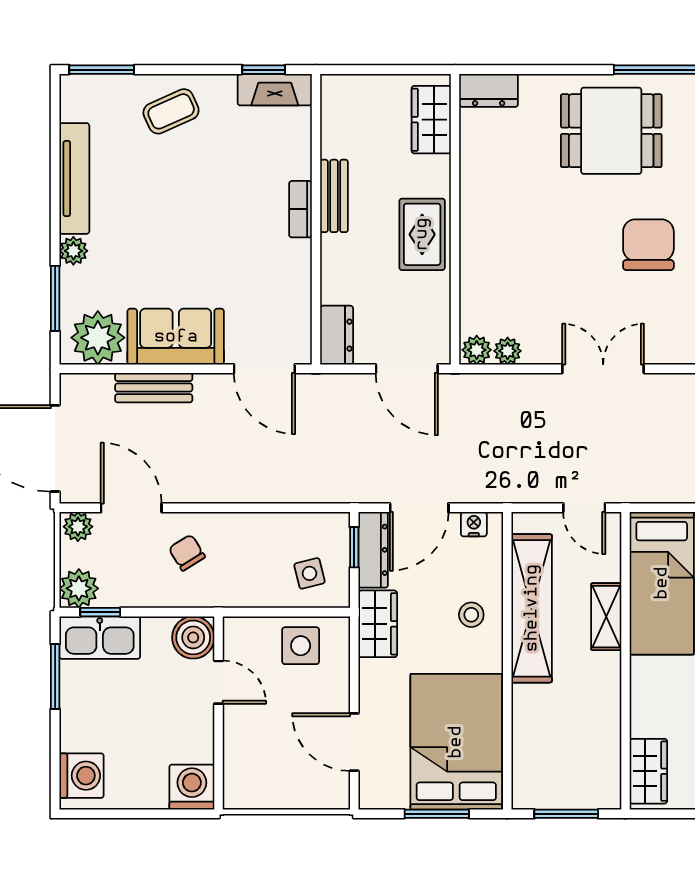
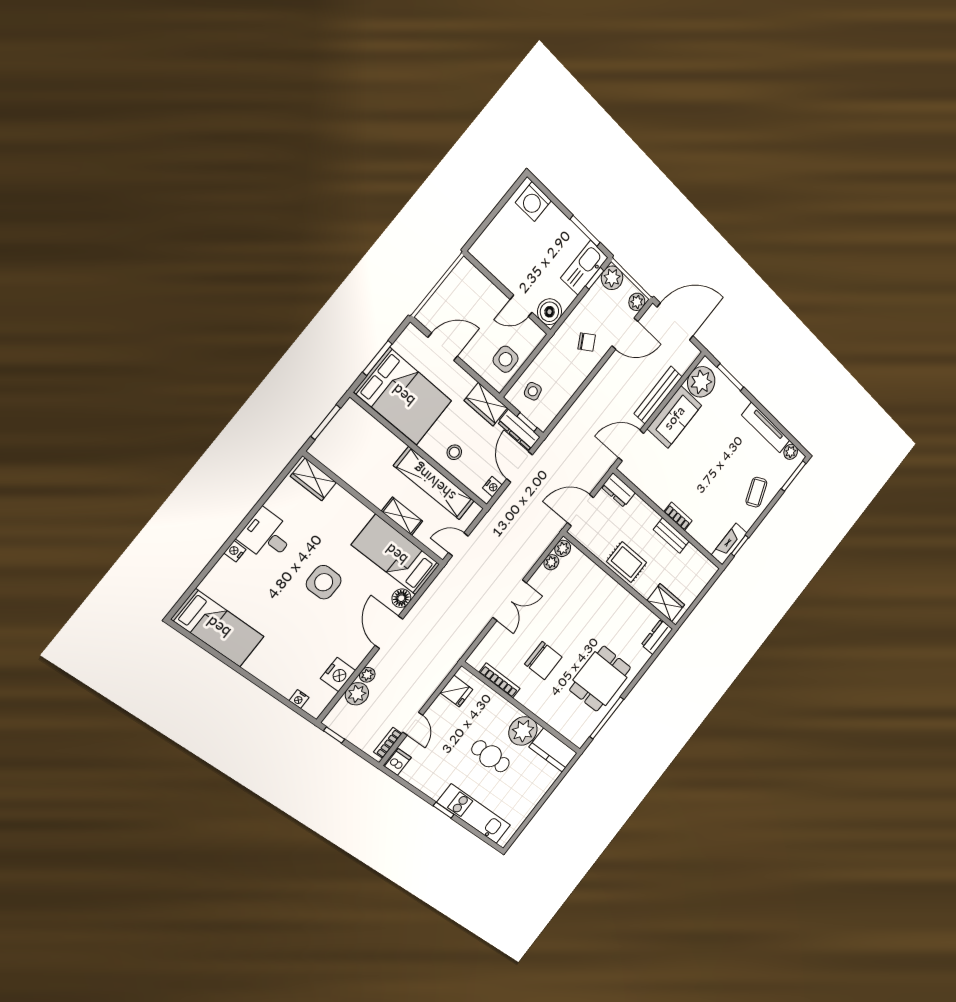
plant: (73, 251) -> (791, 452), moved
bench: (154, 388) -> (658, 395), width x1.36
washing machine: (192, 787) -> (486, 250), removed

